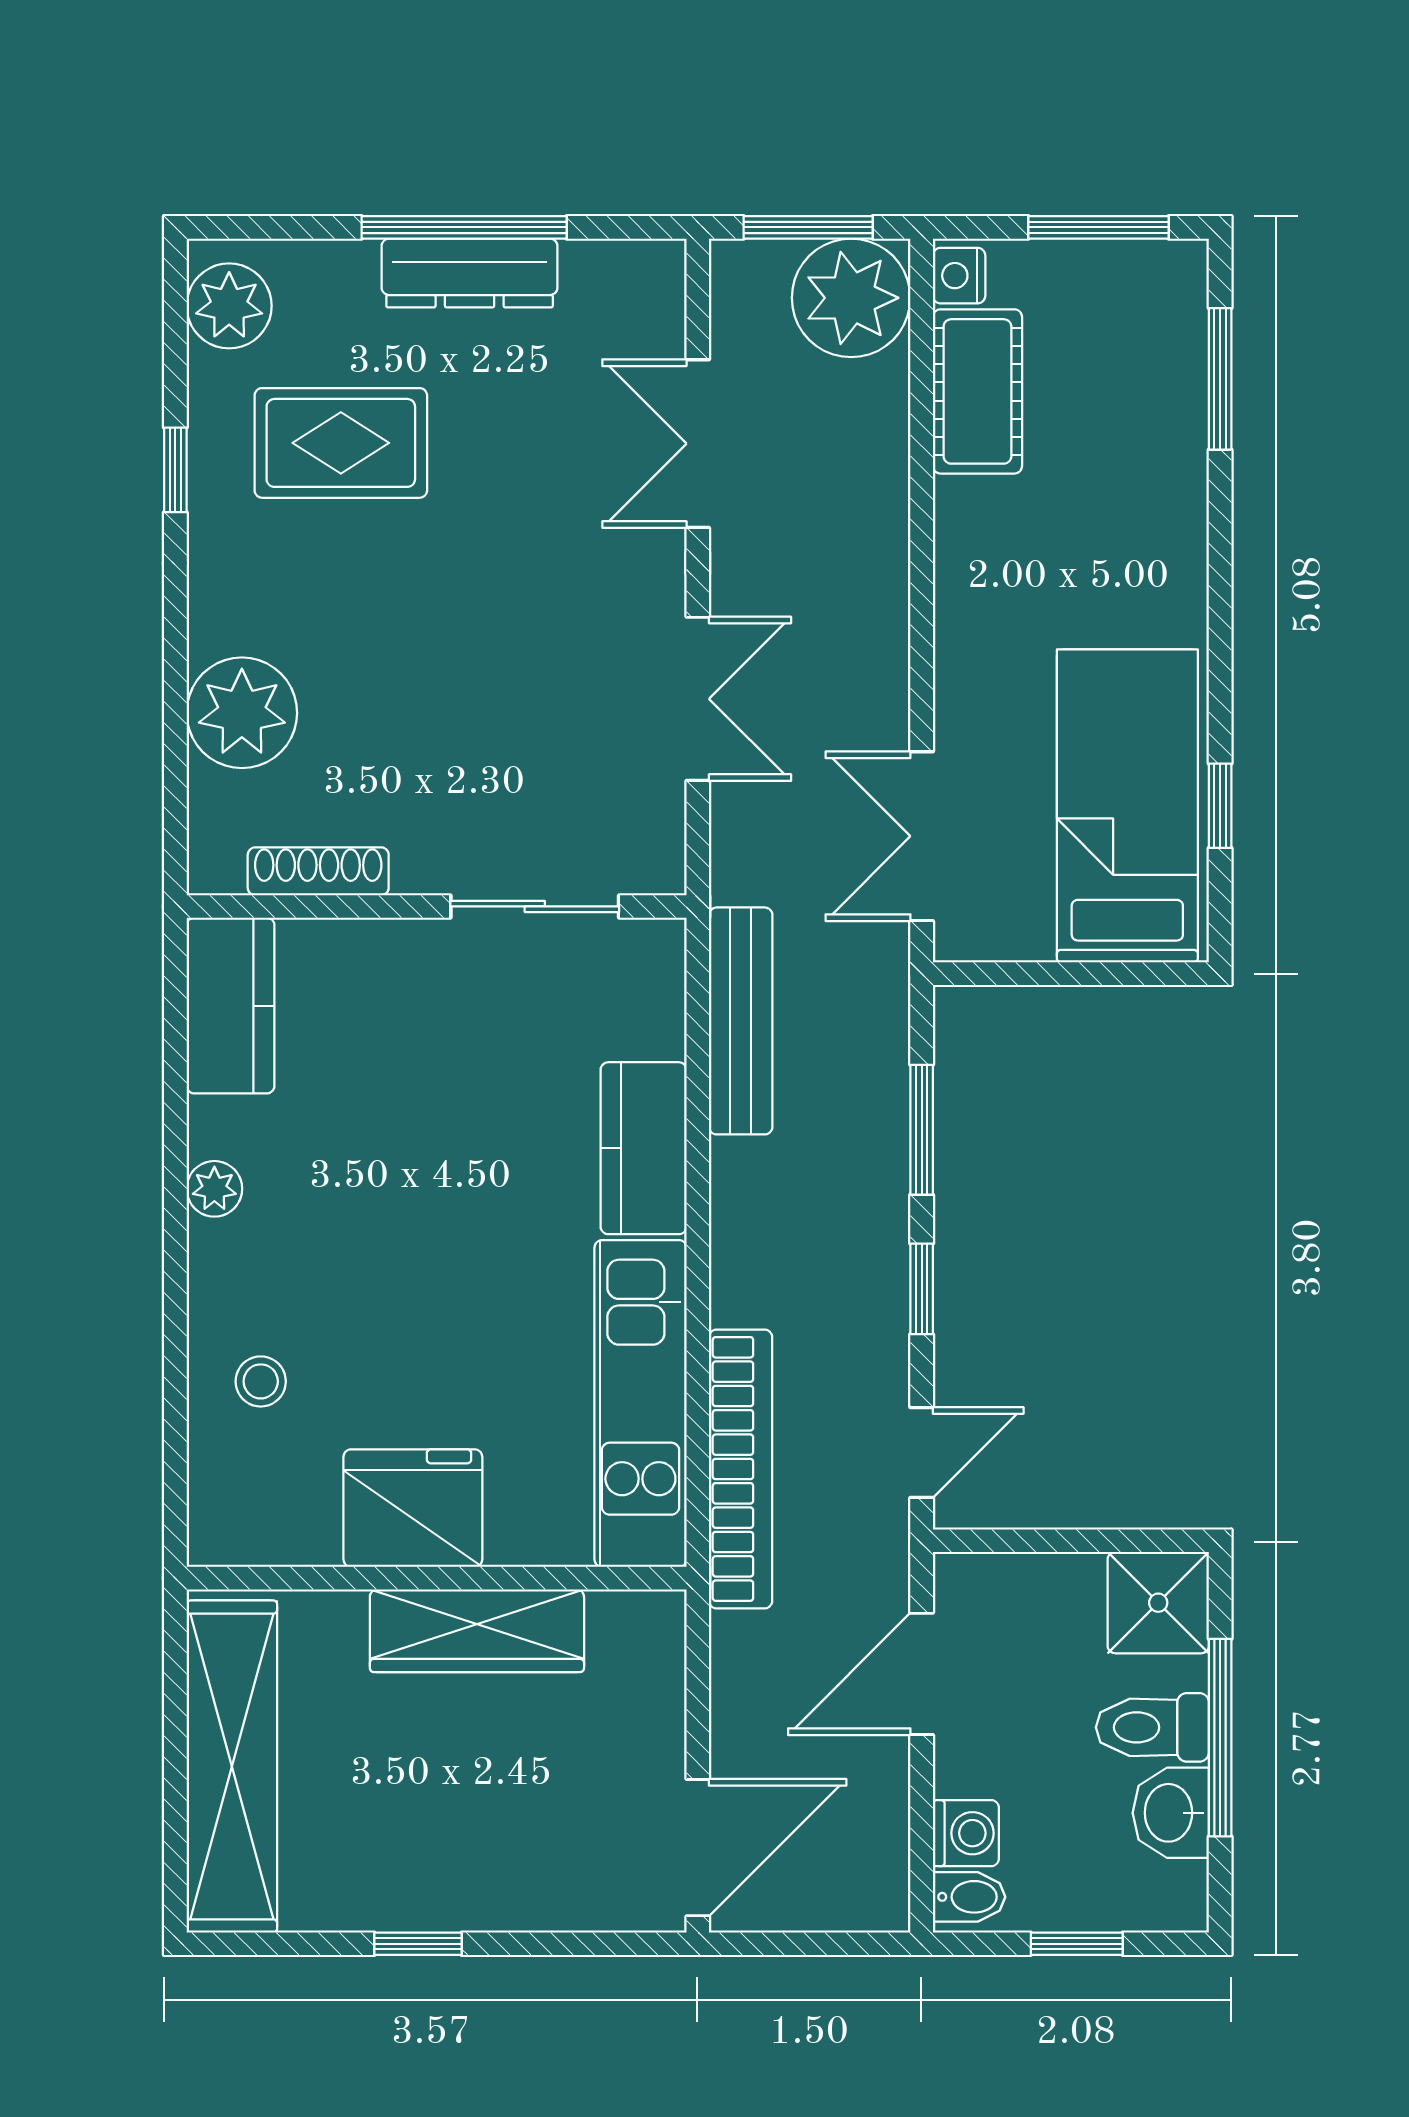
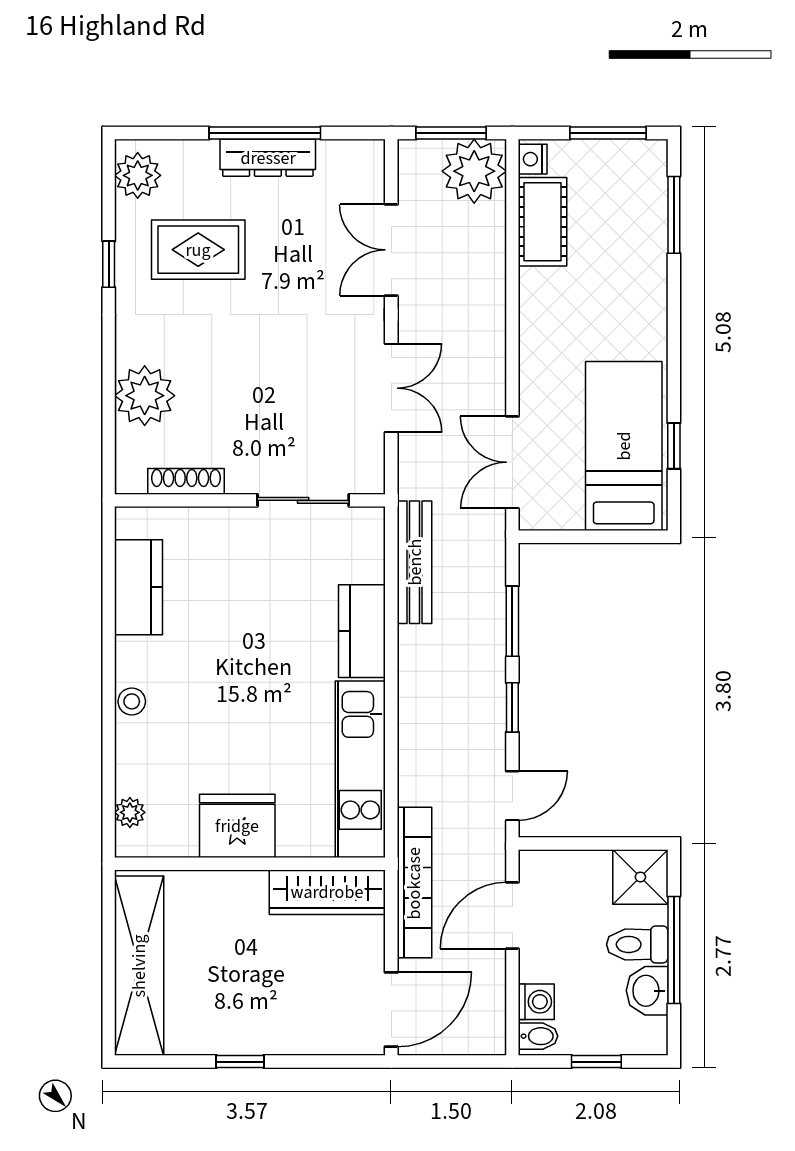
kitchen counter: (230, 1006) -> (139, 587), moved
plant: (214, 1189) -> (130, 812), moved
stool: (261, 1381) -> (132, 701), moved
bookcase: (741, 1469) -> (414, 883), moved
wardrobe: (477, 1631) -> (327, 892), moved

